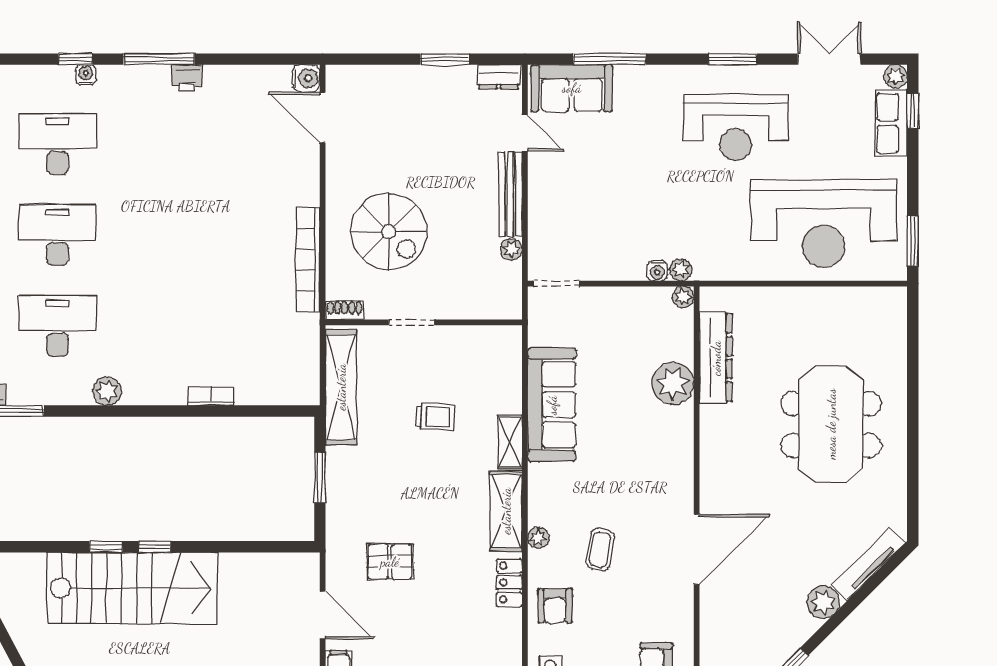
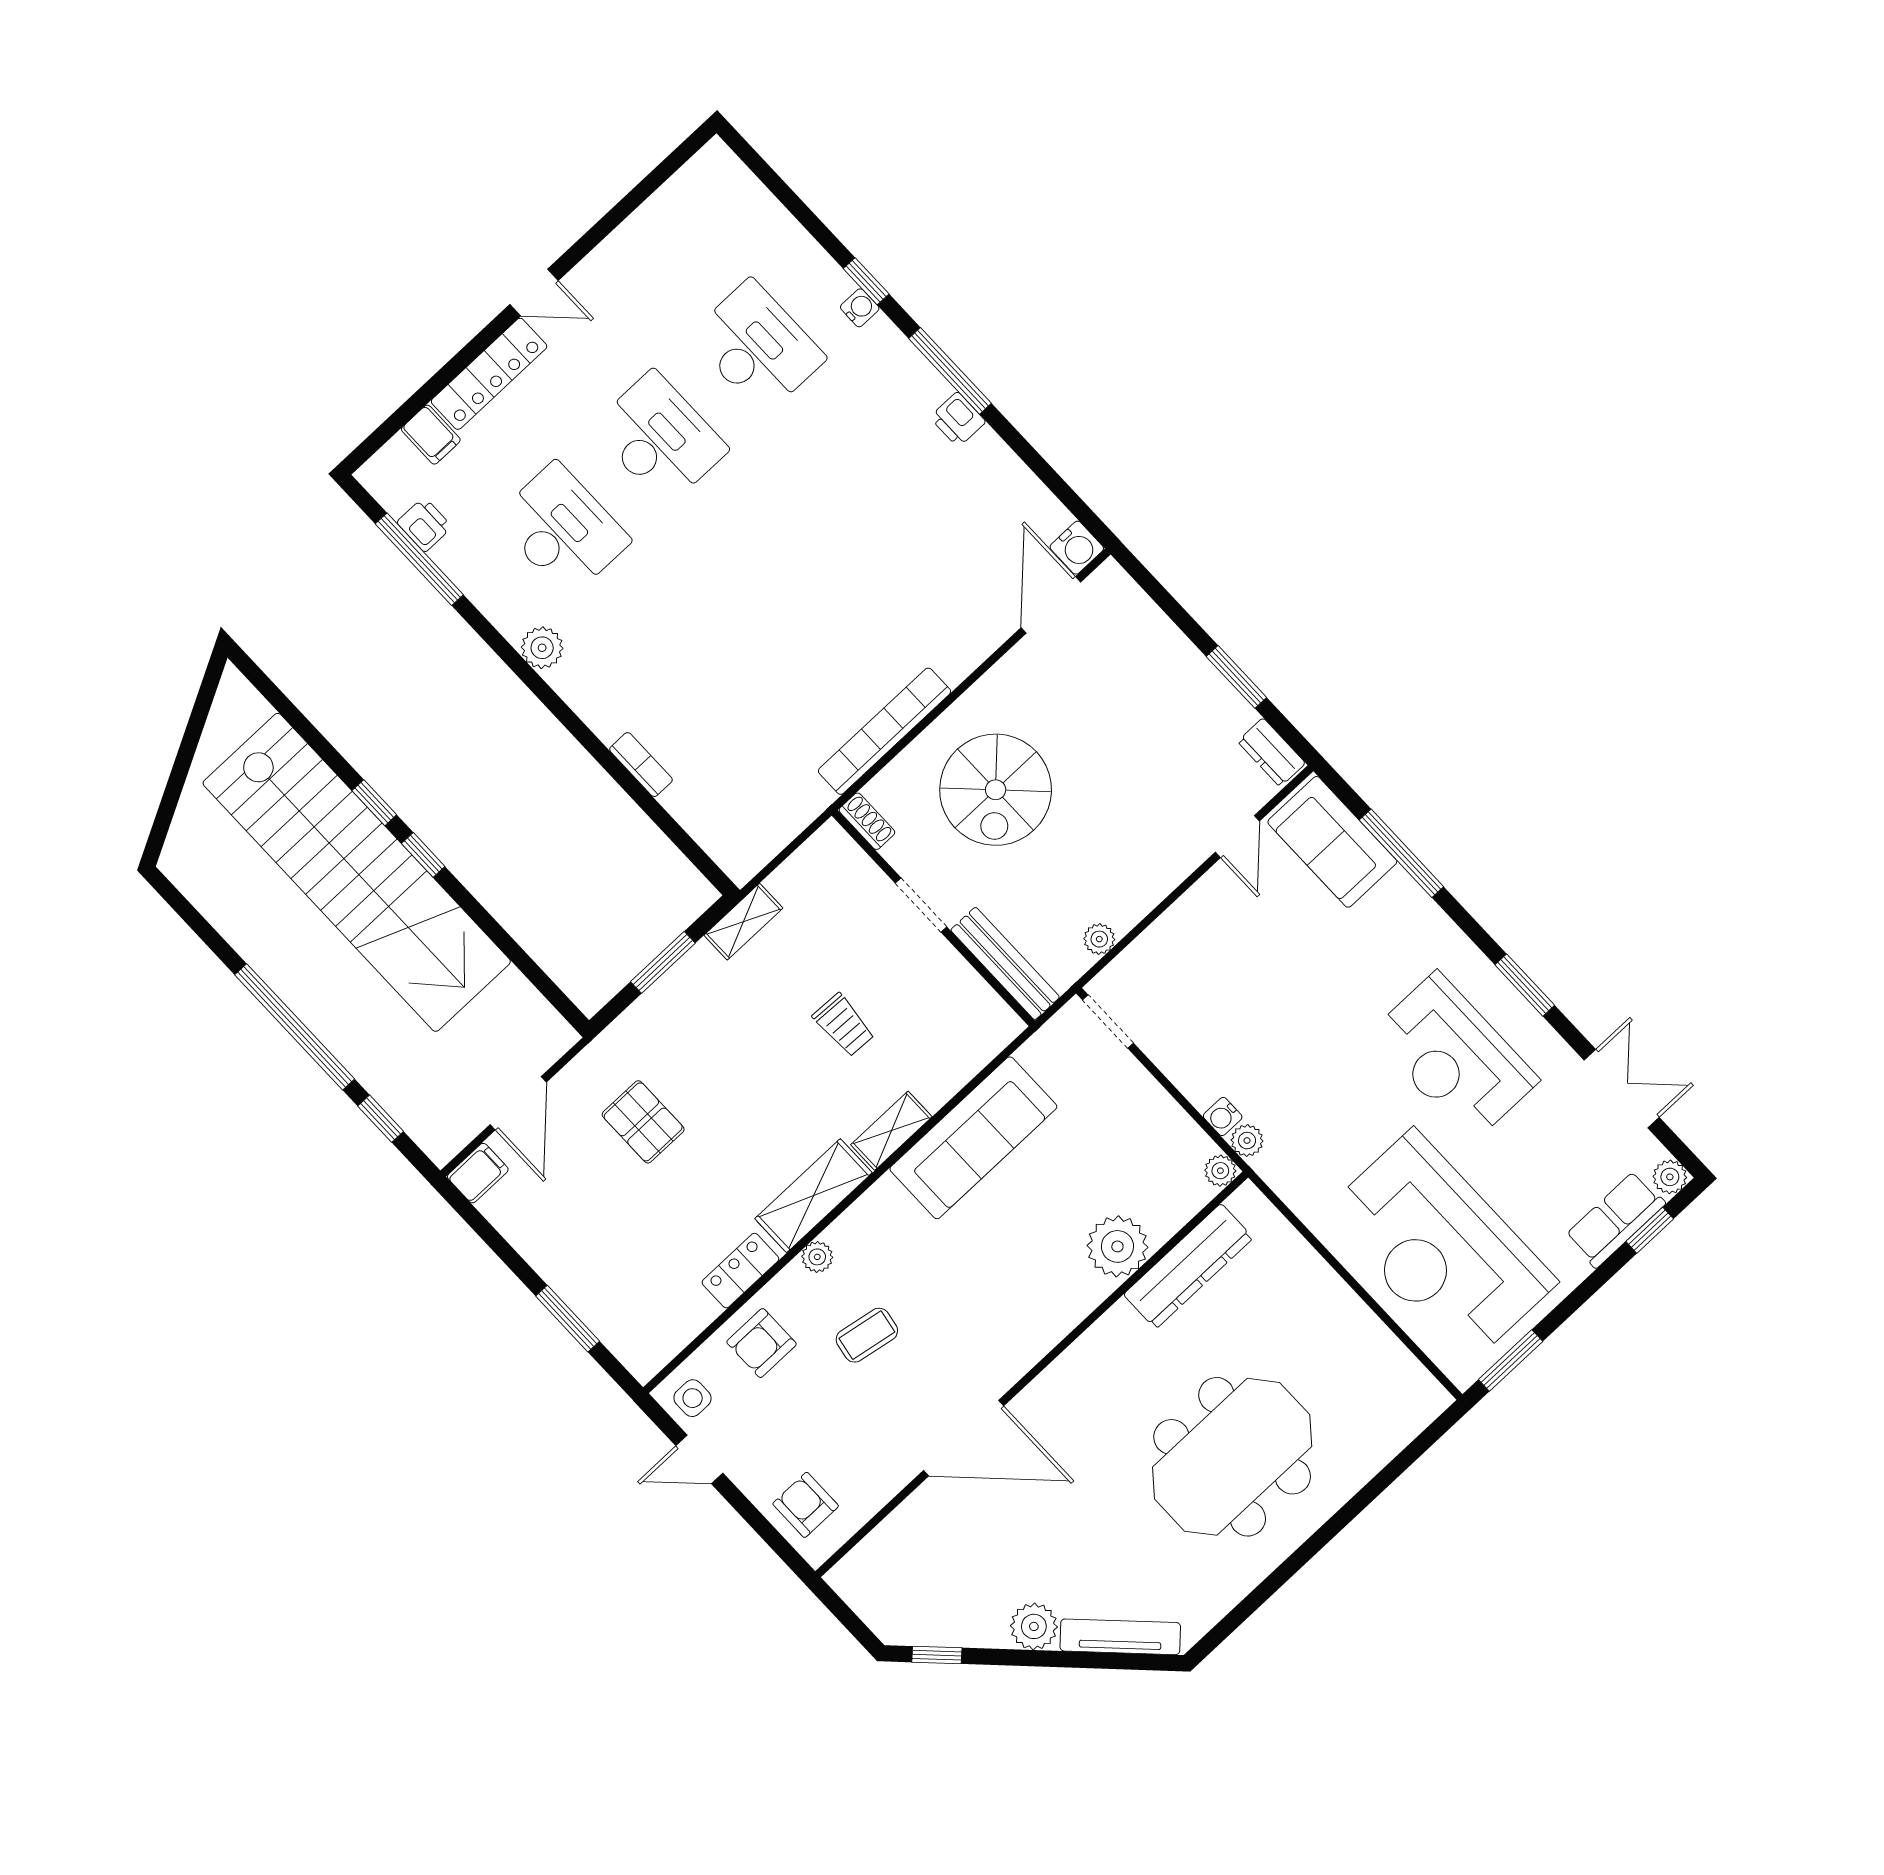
bench: (510, 194) -> (1005, 964), moved, turned 90
shelving: (341, 387) -> (743, 922), width x0.45, depth x0.75
stairs: (132, 588) -> (357, 872), width x1.36

